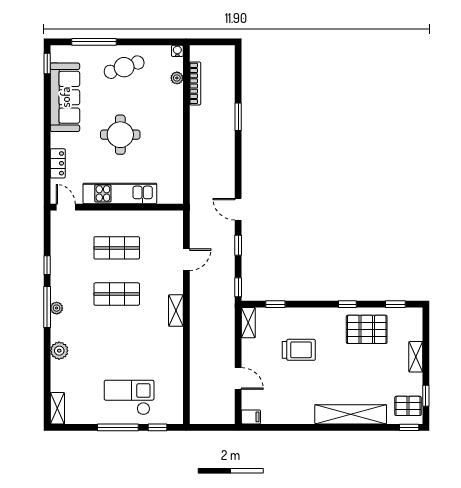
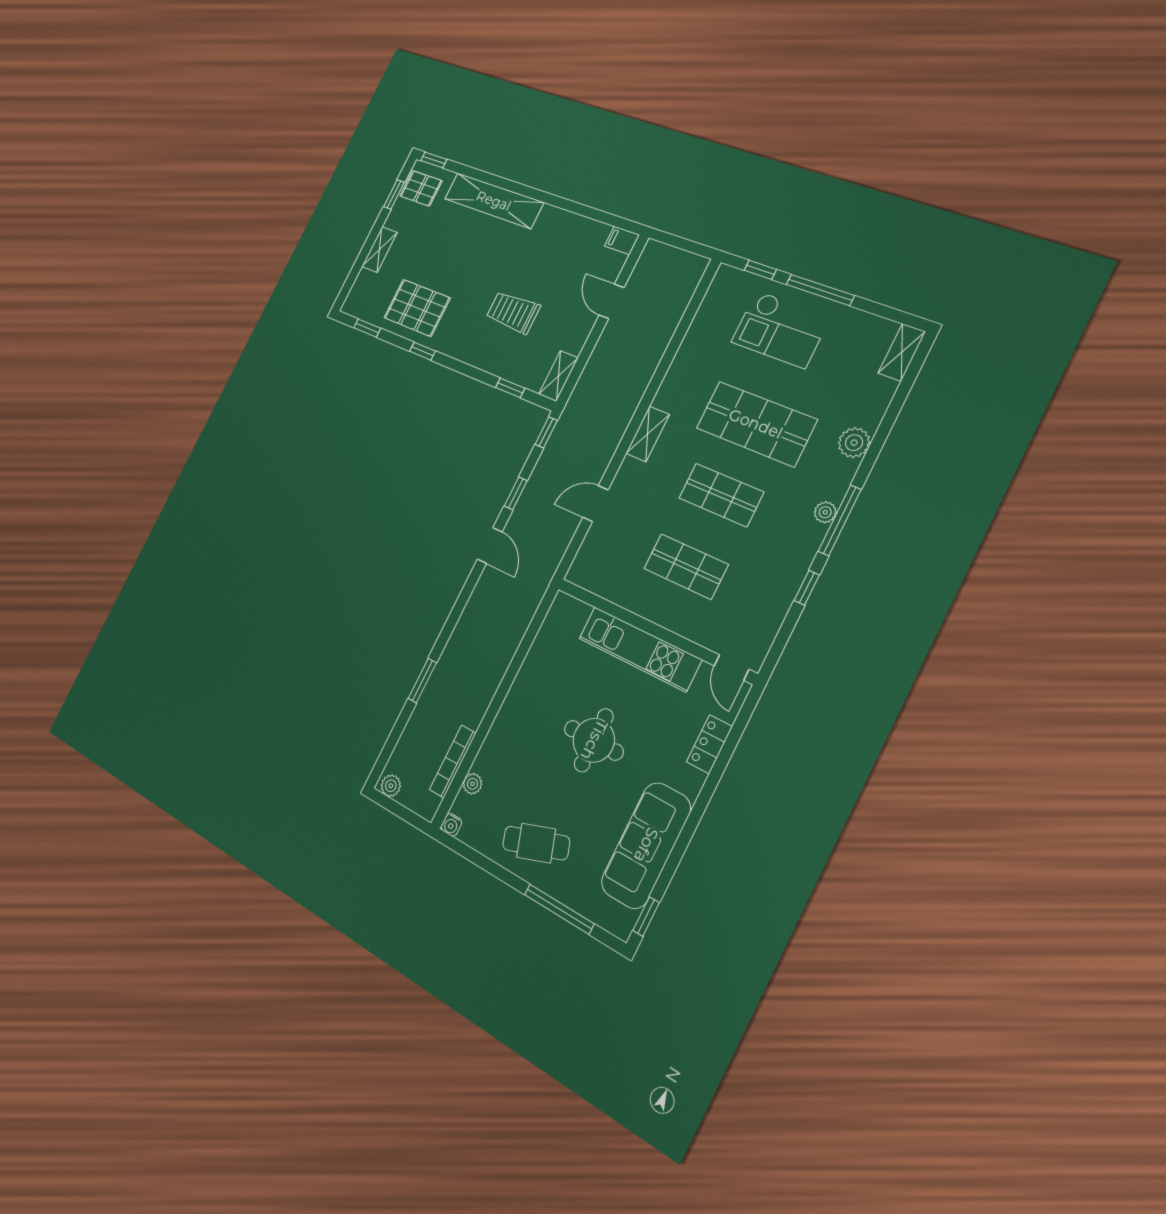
plant: (225, 52) -> (391, 786), added
shop shelf: (117, 340) -> (756, 424), added

